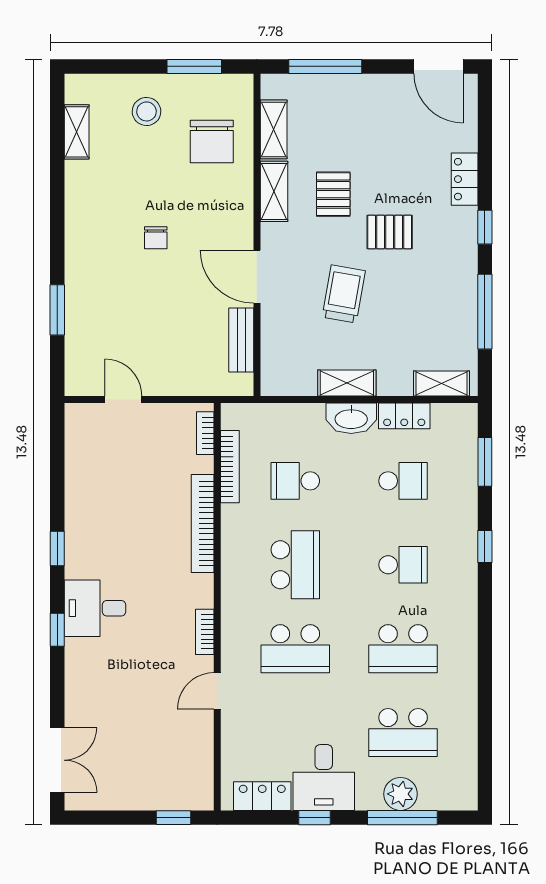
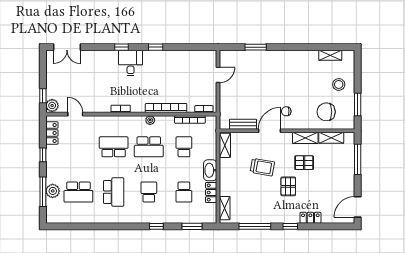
chair: (156, 238) -> (286, 111), moved
shelving: (347, 383) -> (225, 145), moved
plant: (232, 561) -> (150, 120), added
school desk: (403, 565) -> (149, 192), turned 180
school desk: (295, 649) -> (114, 147), turned 90
school desk: (403, 649) -> (114, 192), turned 180
door: (217, 691) -> (75, 114), moved
school desk: (403, 733) -> (78, 192), turned -90
desk: (324, 778) -> (60, 159), removed
plant: (197, 795) -> (52, 105), added

